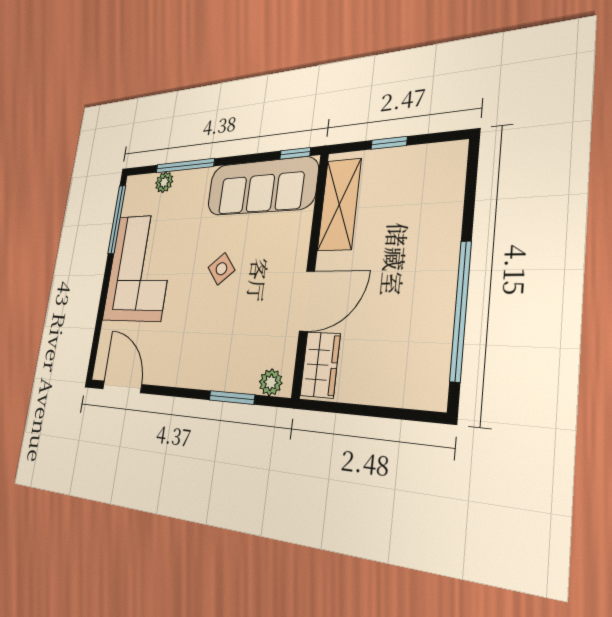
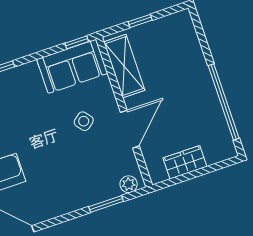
sofa: (261, 187) -> (72, 66), width x0.73
side table: (221, 269) -> (84, 121), moved
wardrobe: (320, 365) -> (185, 162), moved, turned -90

